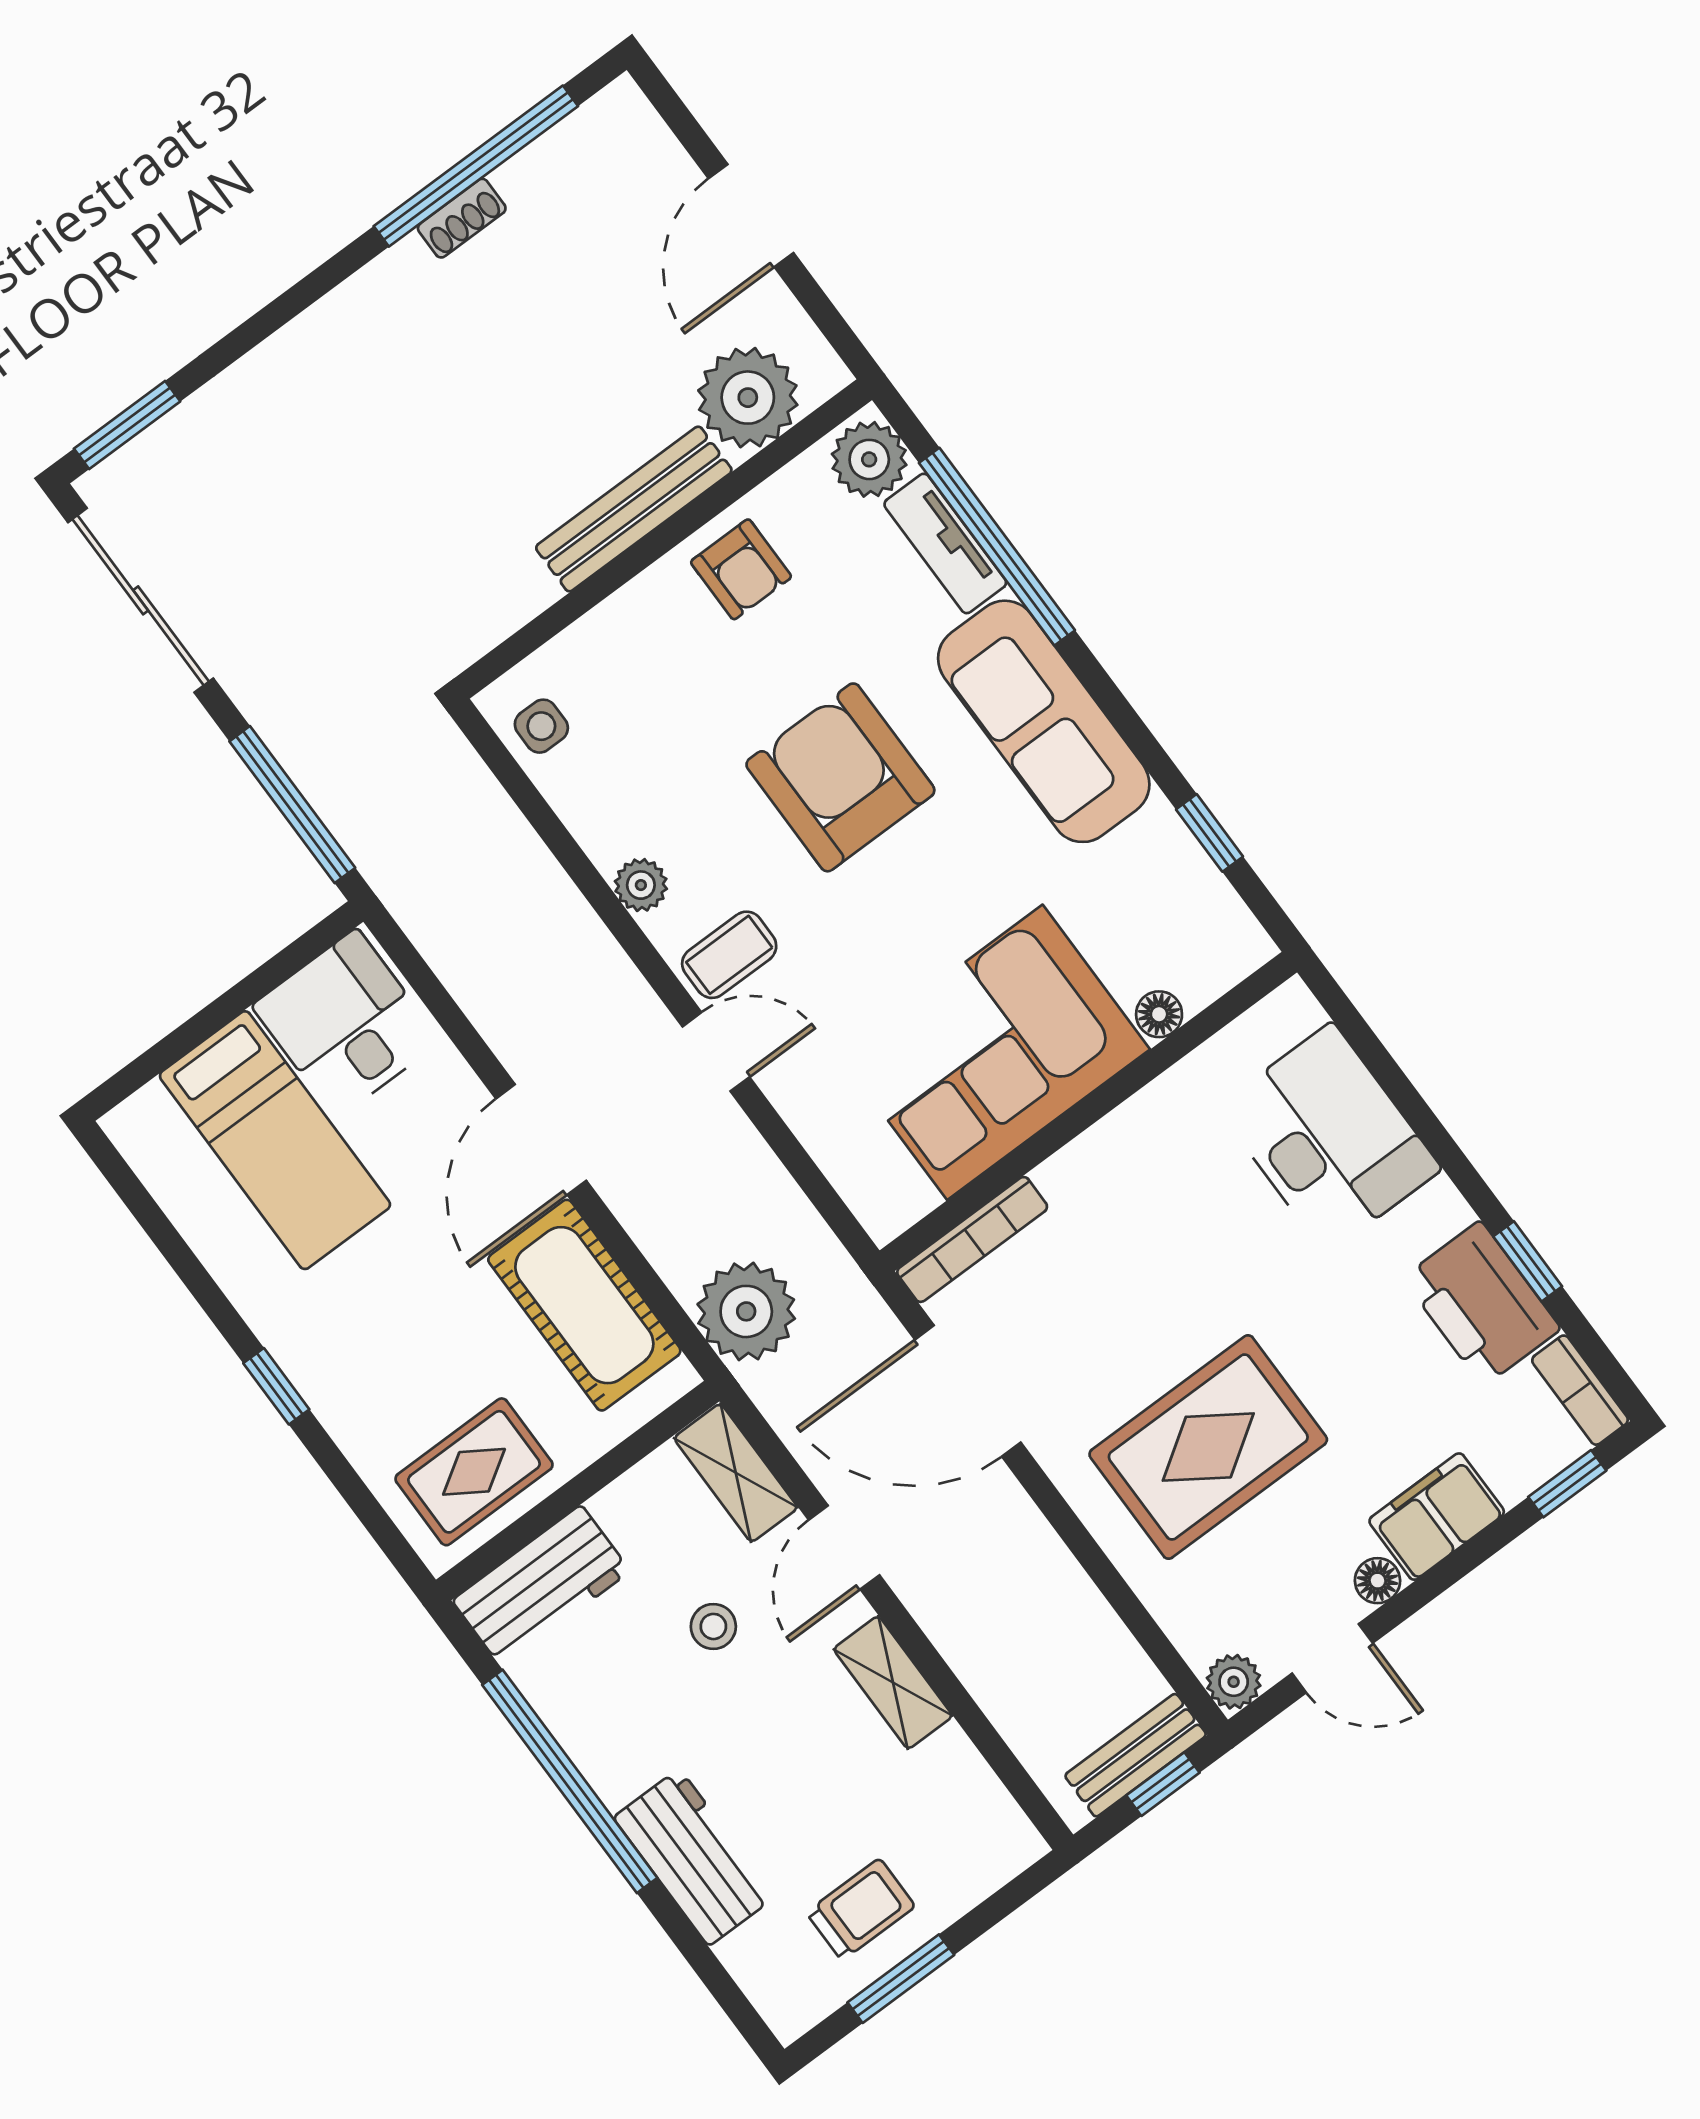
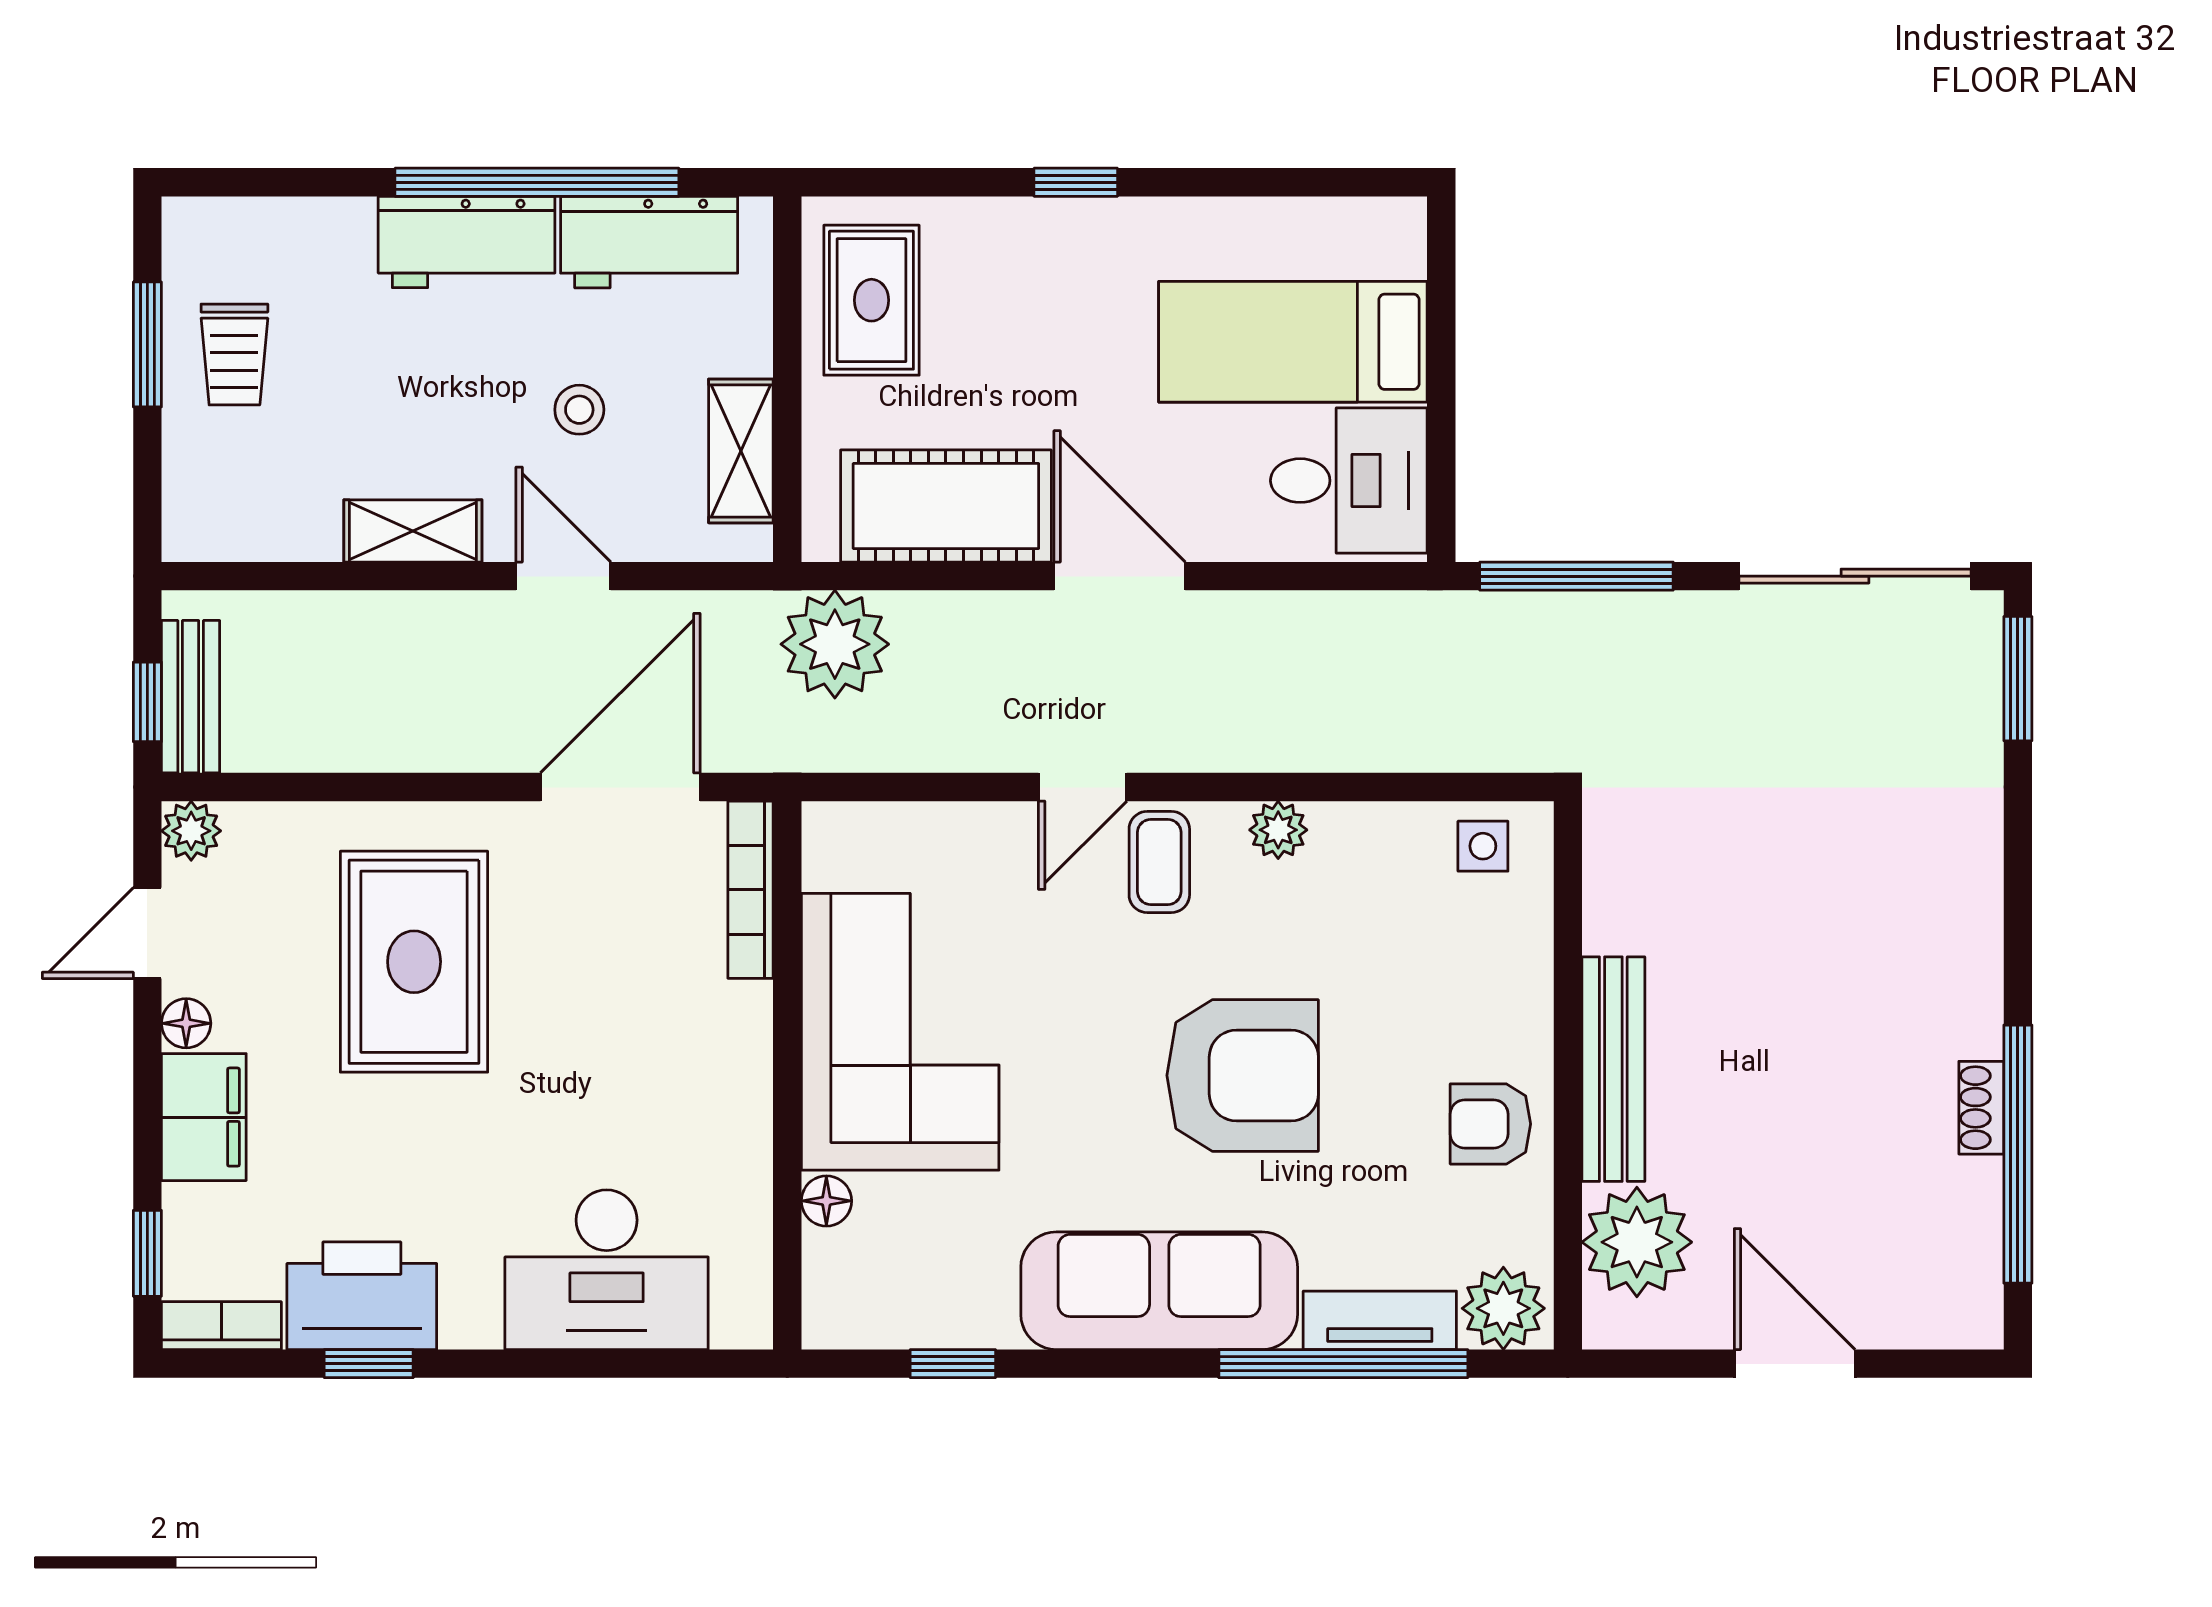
shelving: (736, 1473) -> (741, 451), moved, turned 90
workbench: (541, 1586) -> (649, 242), moved, turned -90
workbench: (694, 1857) -> (467, 242), moved

